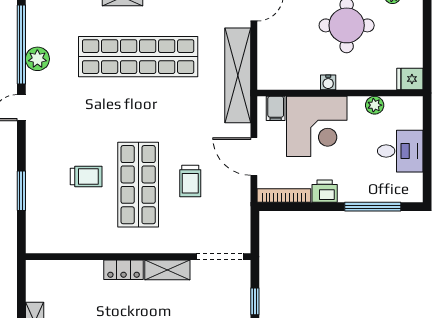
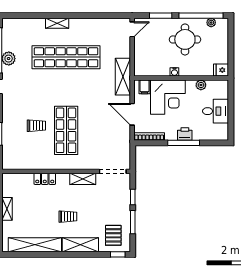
shelving: (238, 75) -> (123, 77), width x0.68
trolley: (190, 181) -> (96, 128), removed
printer: (325, 191) -> (185, 134), moved
window: (373, 207) -> (184, 143), moved
locker: (124, 270) -> (45, 179), moved

